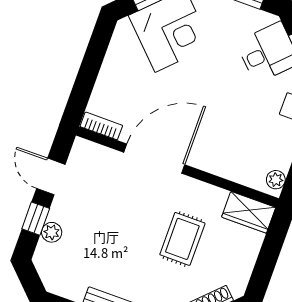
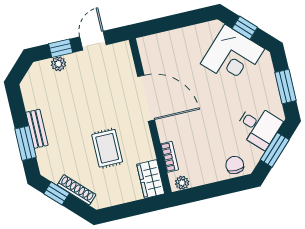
bookcase: (101, 126) -> (169, 157), moved
rug: (182, 239) -> (107, 148), turned 90

